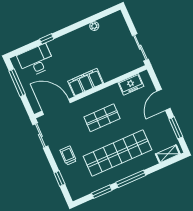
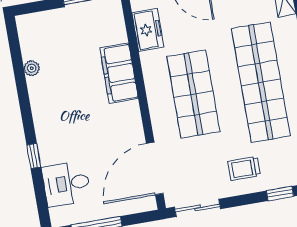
desk: (36, 61) -> (66, 184), width x0.73
filing cabinet: (86, 82) -> (119, 73), moved
shop shelf: (102, 118) -> (193, 94), width x1.43, depth x1.36

